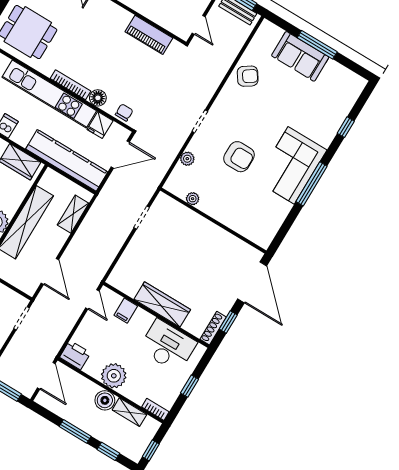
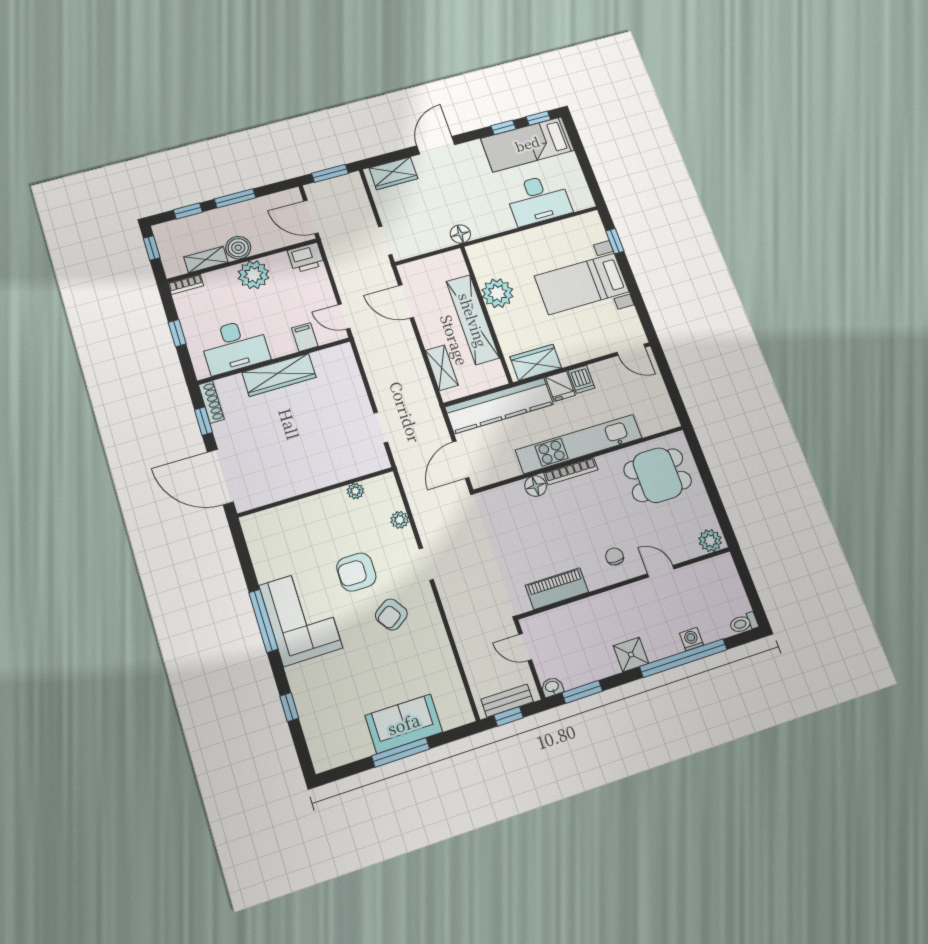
armchair: (248, 76) -> (391, 615), moved
chair: (124, 112) -> (615, 556), moved, turned 180
fridge: (100, 125) -> (560, 386), moved, turned 180

